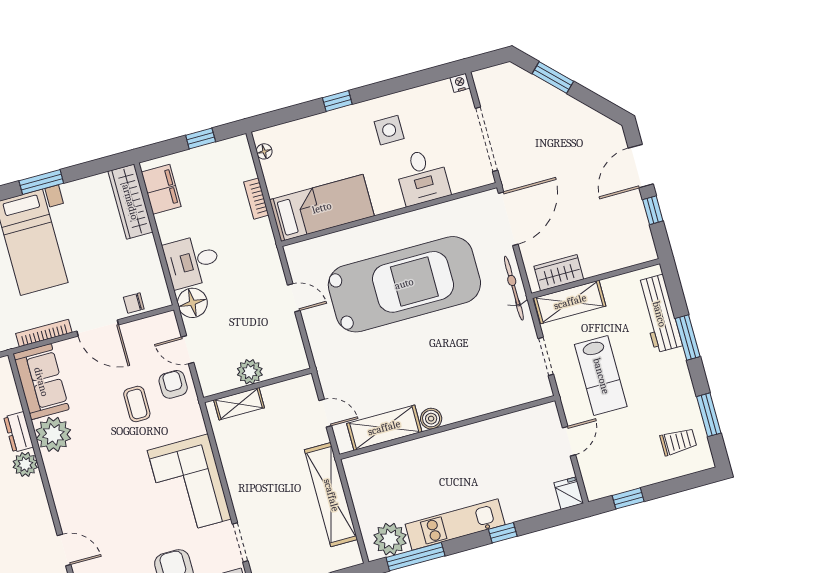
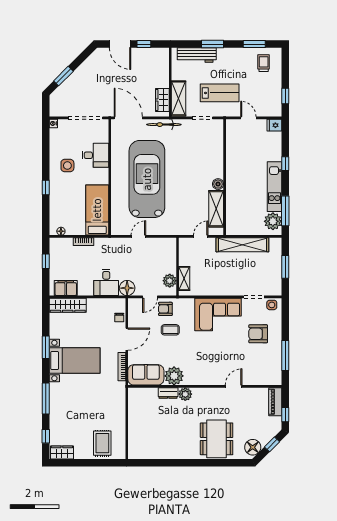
plant: (250, 372) -> (170, 281), moved

